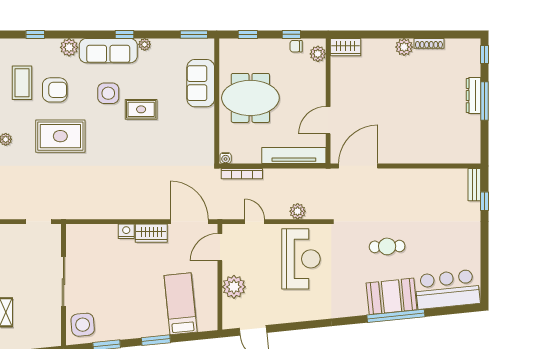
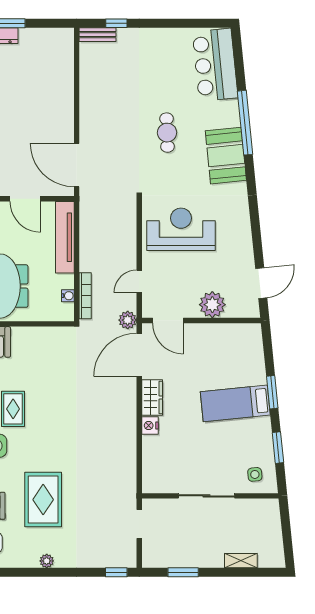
water cooler: (226, 158) -> (68, 296), moved
plant: (298, 211) -> (128, 320), moved
booth: (391, 296) -> (226, 156), moved
bed: (181, 304) -> (235, 403), moved
side table: (83, 325) -> (255, 474), width x0.54, depth x0.54

